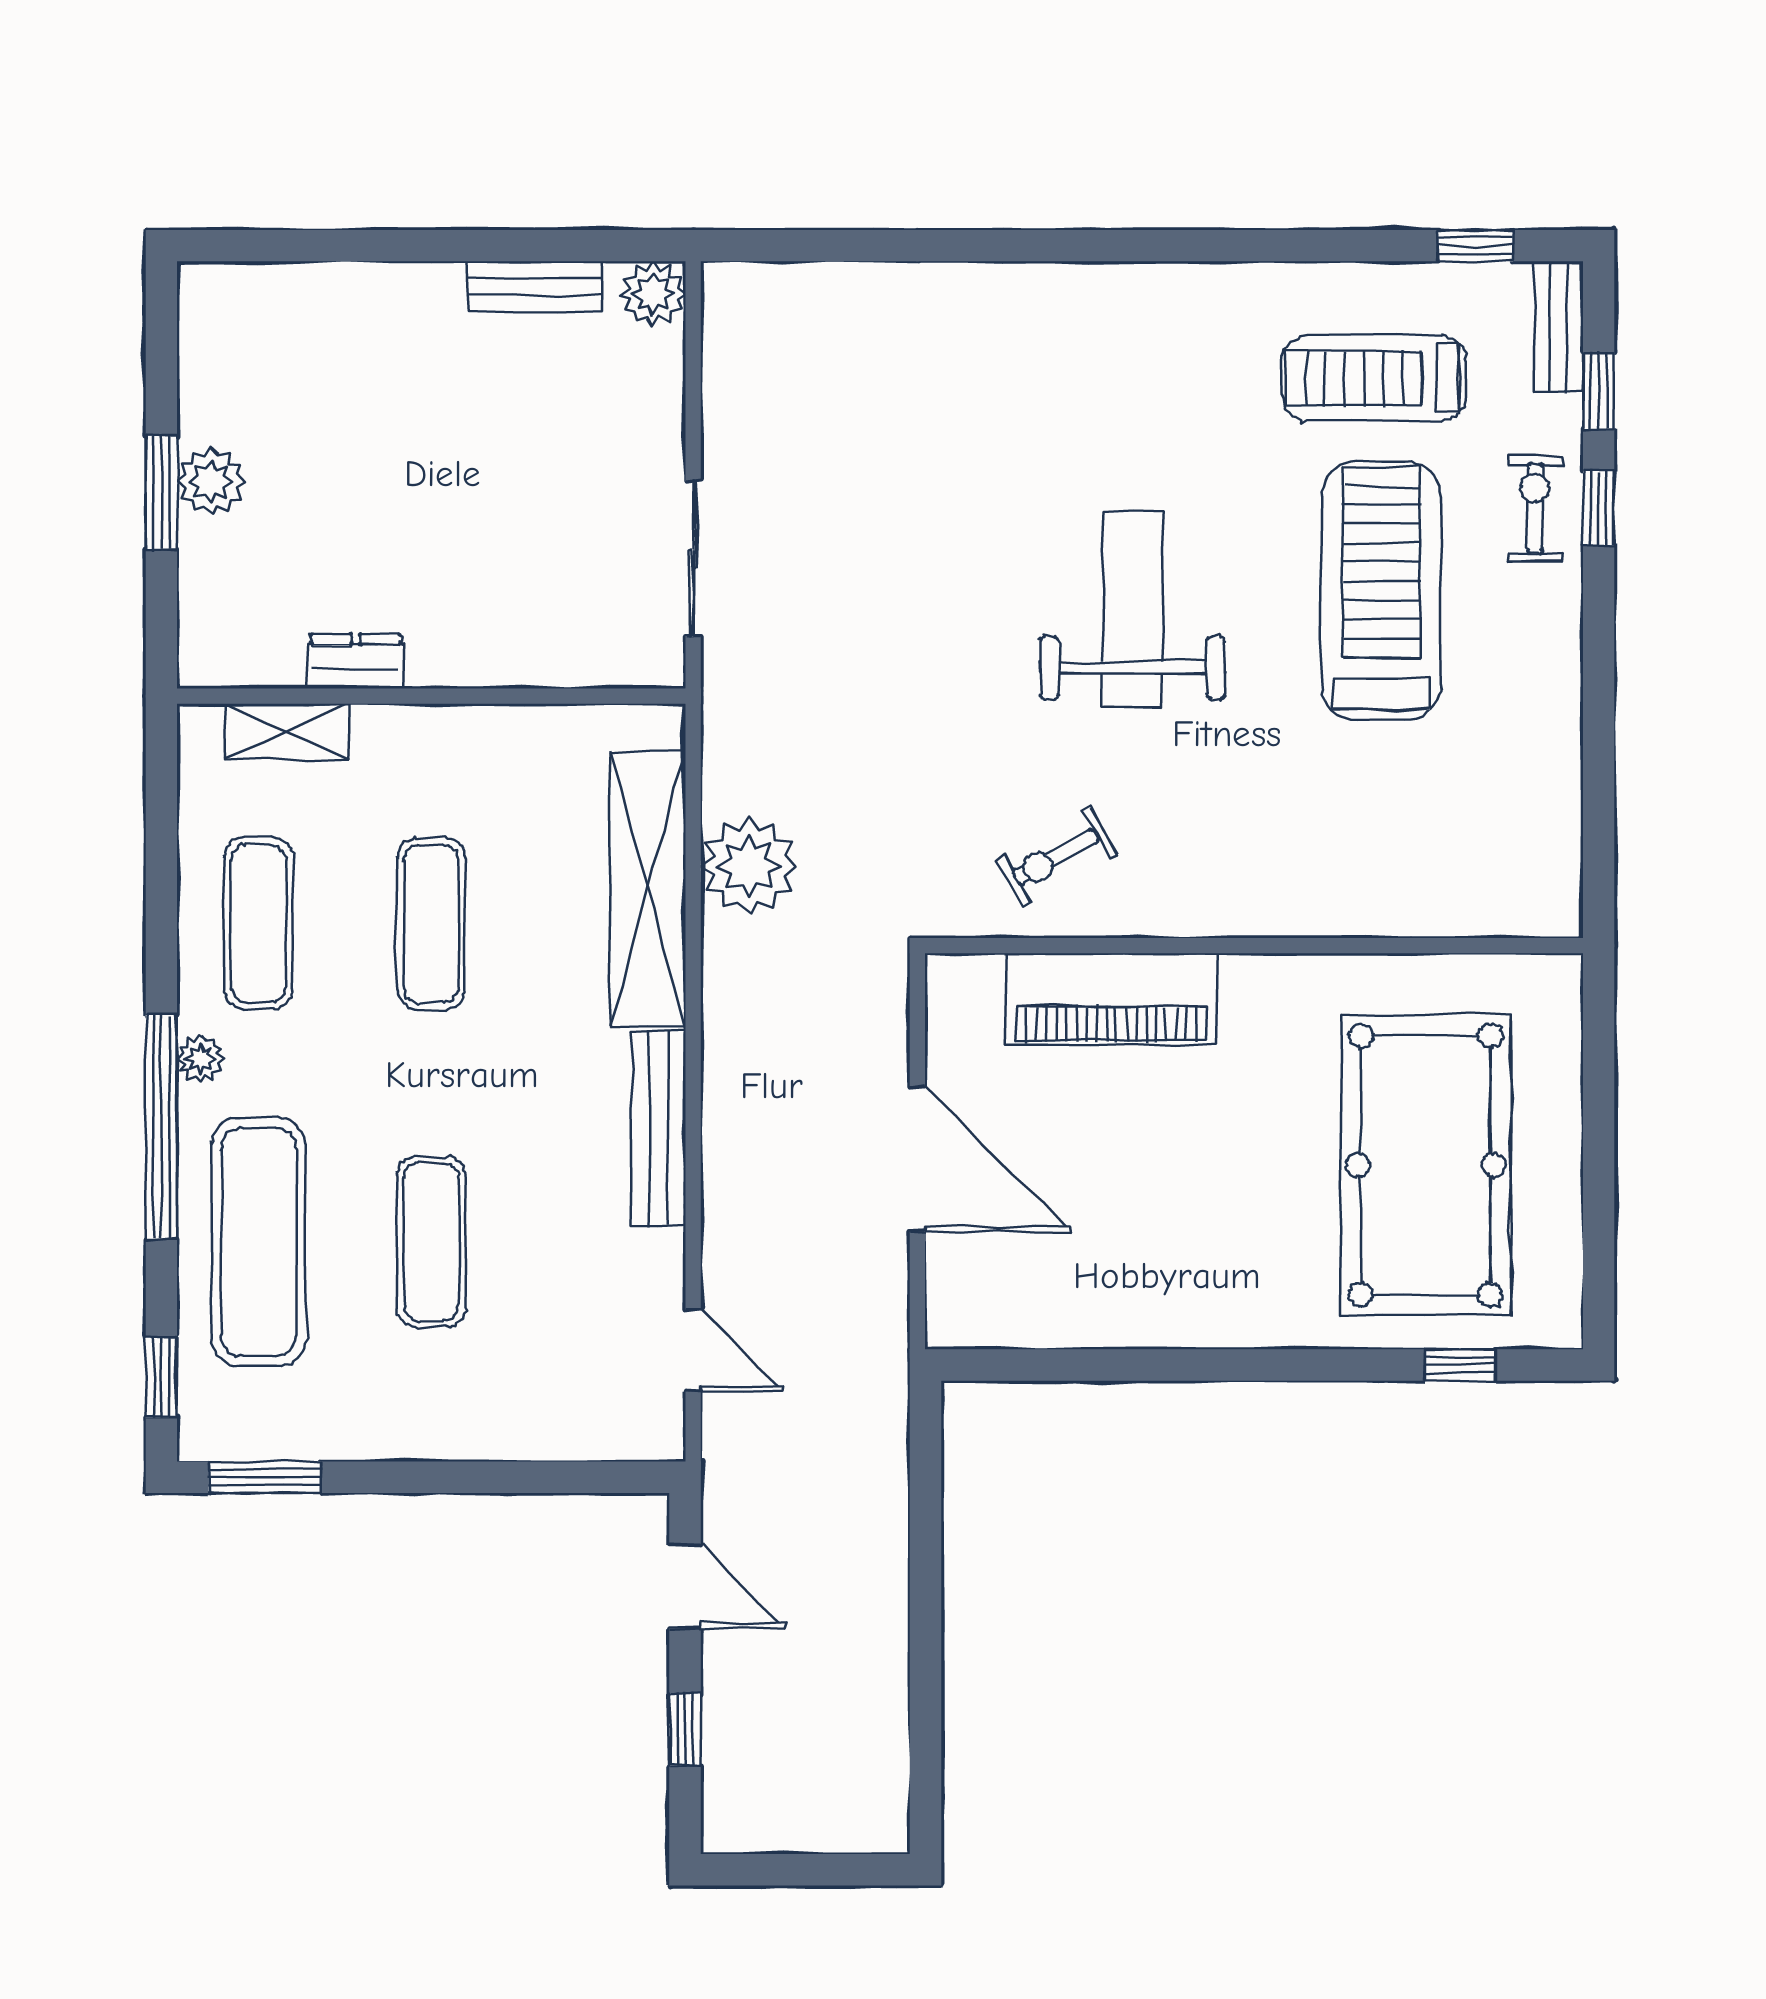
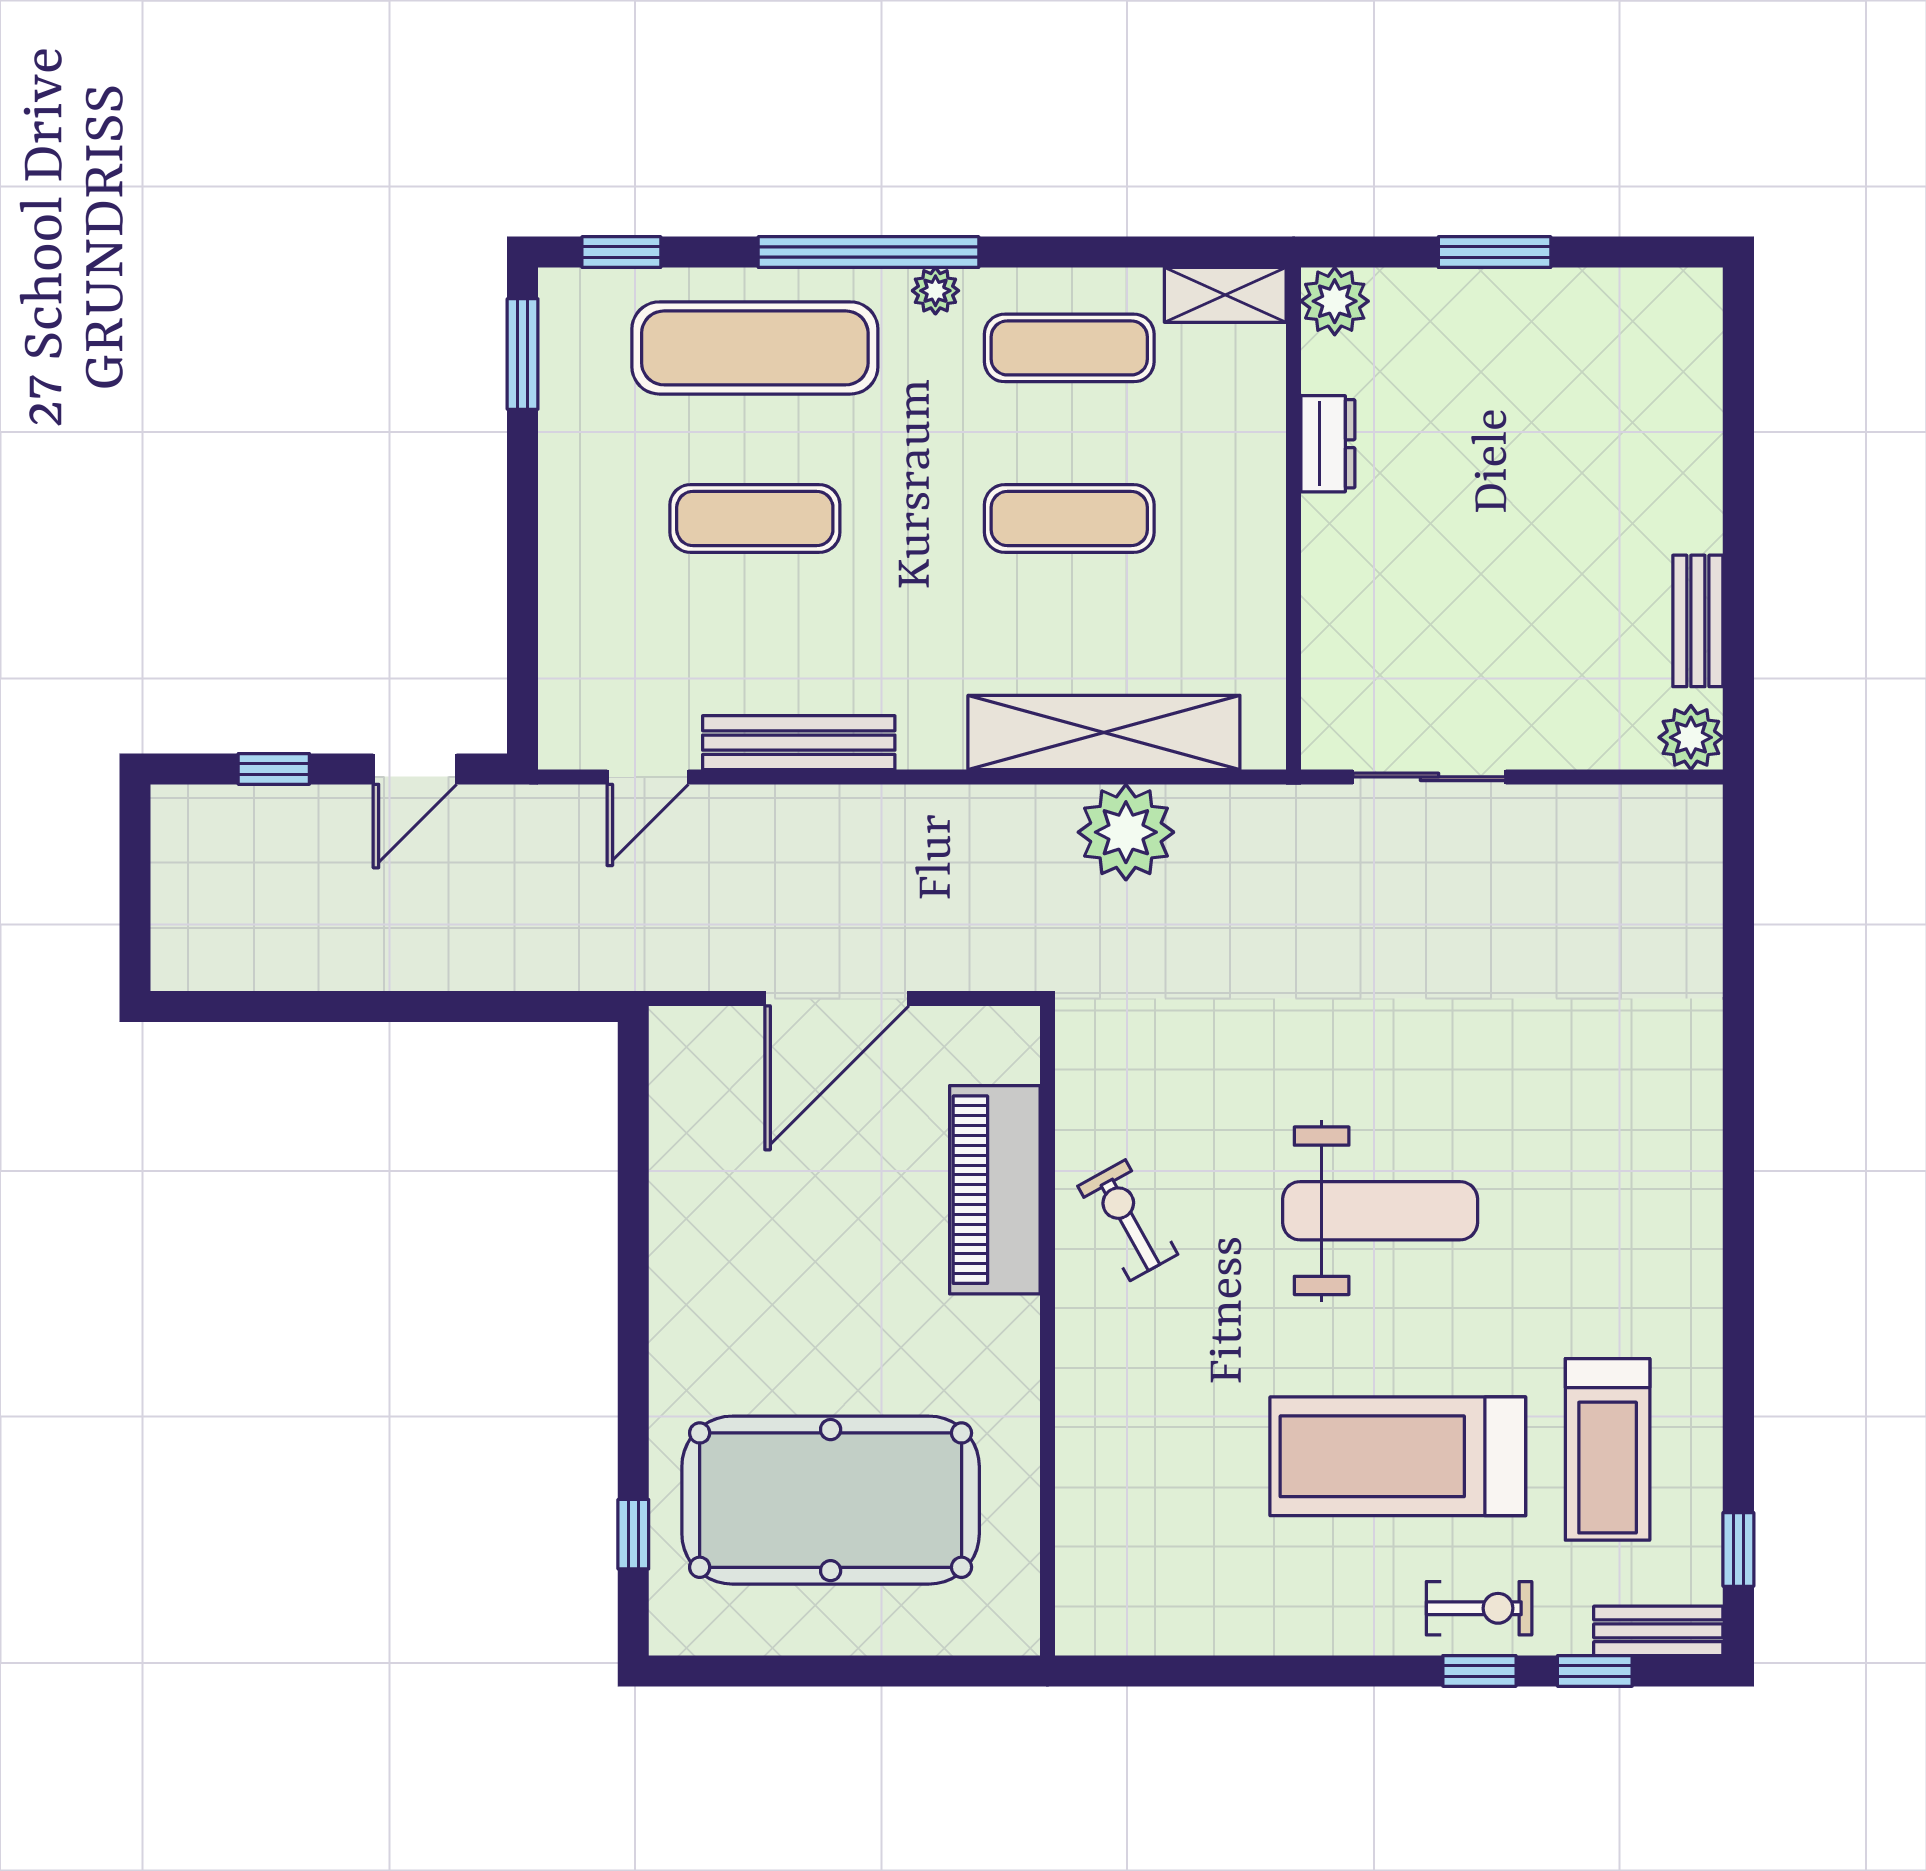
treadmill: (1374, 378) -> (1608, 1449), turned 180
plant: (211, 481) -> (1335, 301), moved
treadmill: (1381, 591) -> (1398, 1456), turned 180
shelving: (287, 731) -> (1225, 295), moved, turned 90
exercise bike: (1056, 857) -> (1128, 1220), moved
bench: (658, 1128) -> (799, 743), moved

